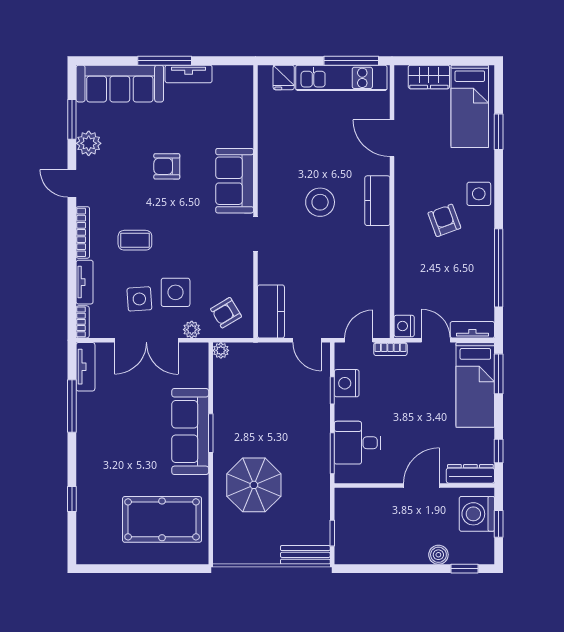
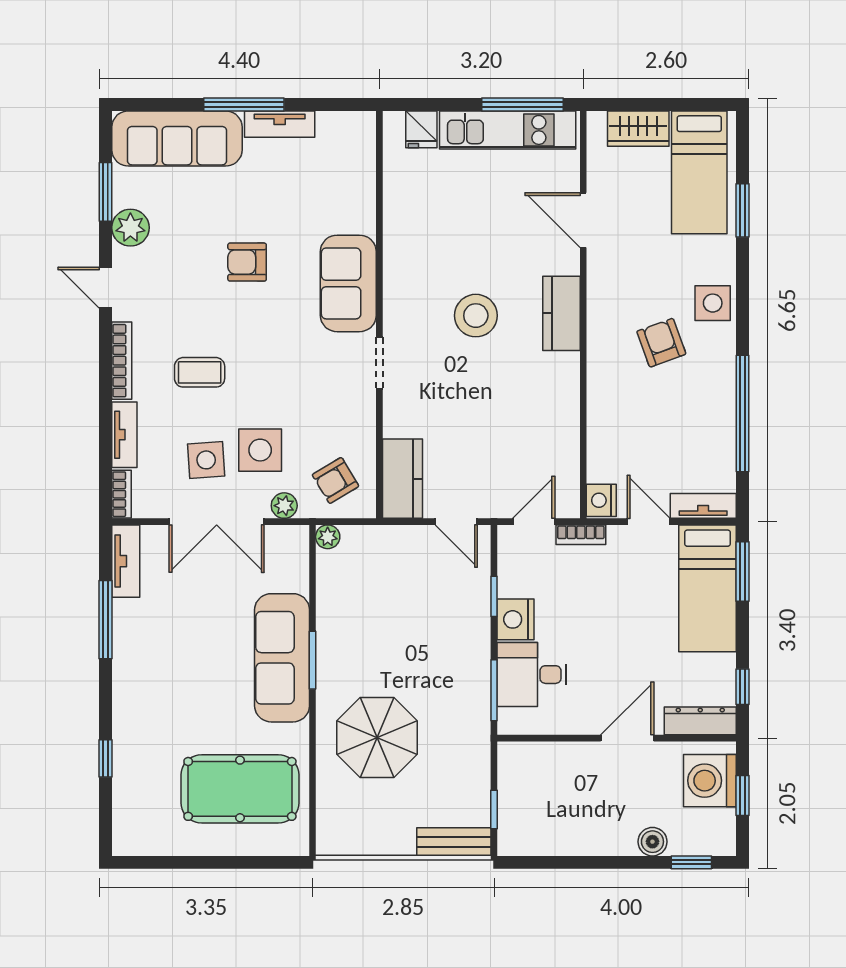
nightstand: (347, 383) -> (516, 619), moved

